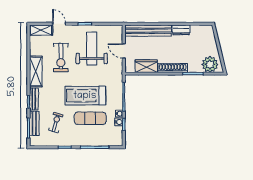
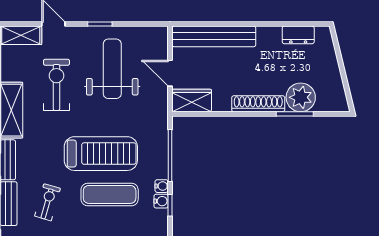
dresser: (181, 30) -> (298, 35), moved
exercise bike: (61, 58) -> (56, 85), turned 180
plant: (210, 64) -> (301, 97), moved
wardrobe: (146, 66) -> (192, 101), moved
treadmill: (85, 96) -> (101, 154), turned 180

